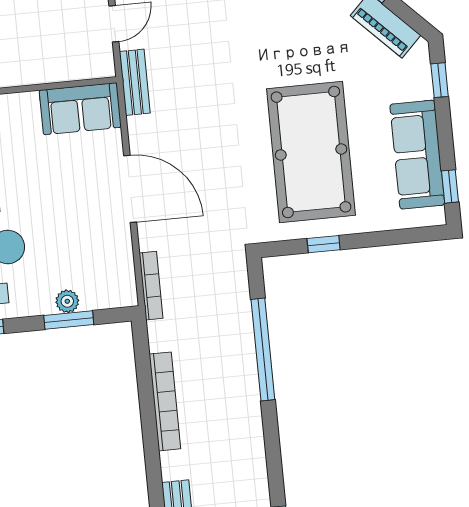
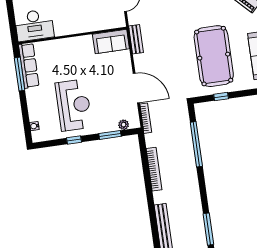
bench: (135, 82) -> (136, 39), moved
door: (130, 189) -> (136, 88), moved
plant: (67, 301) -> (124, 125), moved

